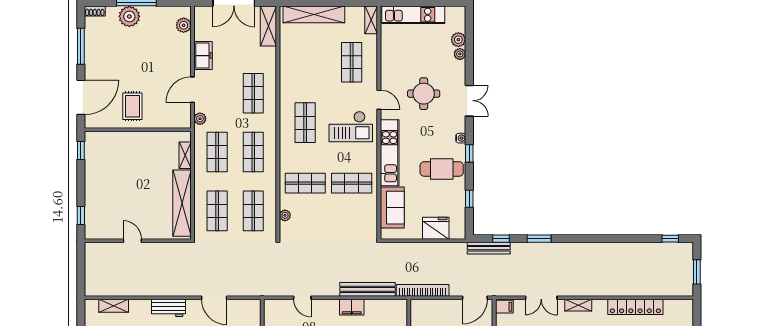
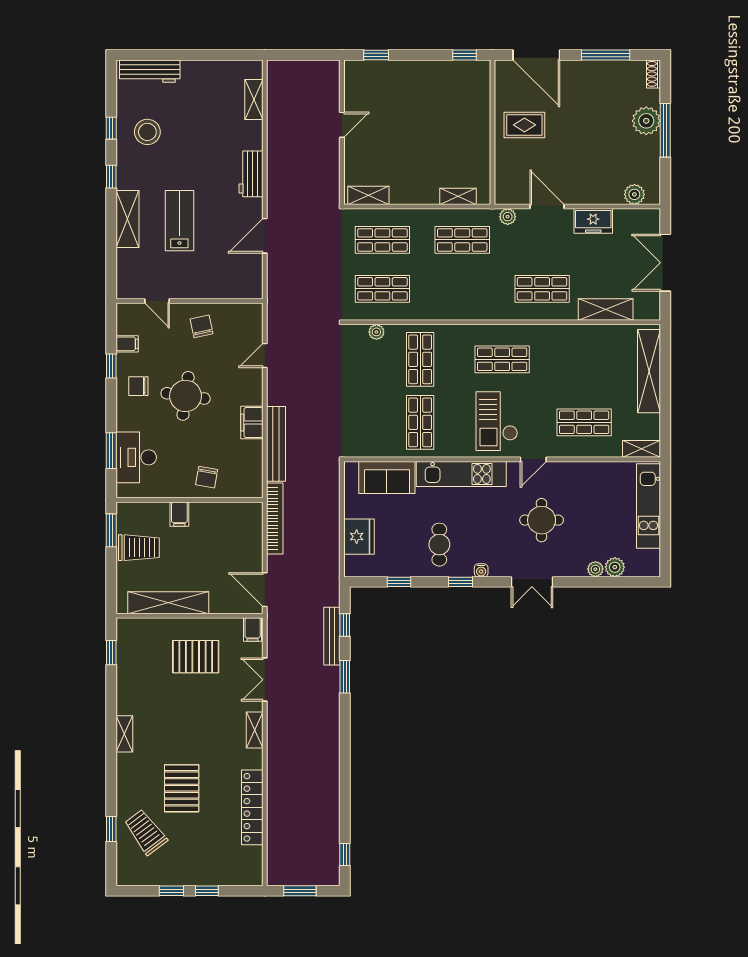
shelving: (268, 26) -> (606, 309), moved
shop shelf: (253, 152) -> (462, 289), removed
cafe table: (442, 169) -> (439, 545), width x0.73, depth x0.74
shelving: (182, 203) -> (368, 195), width x0.45, depth x0.75
bench: (489, 248) -> (332, 636), moved

